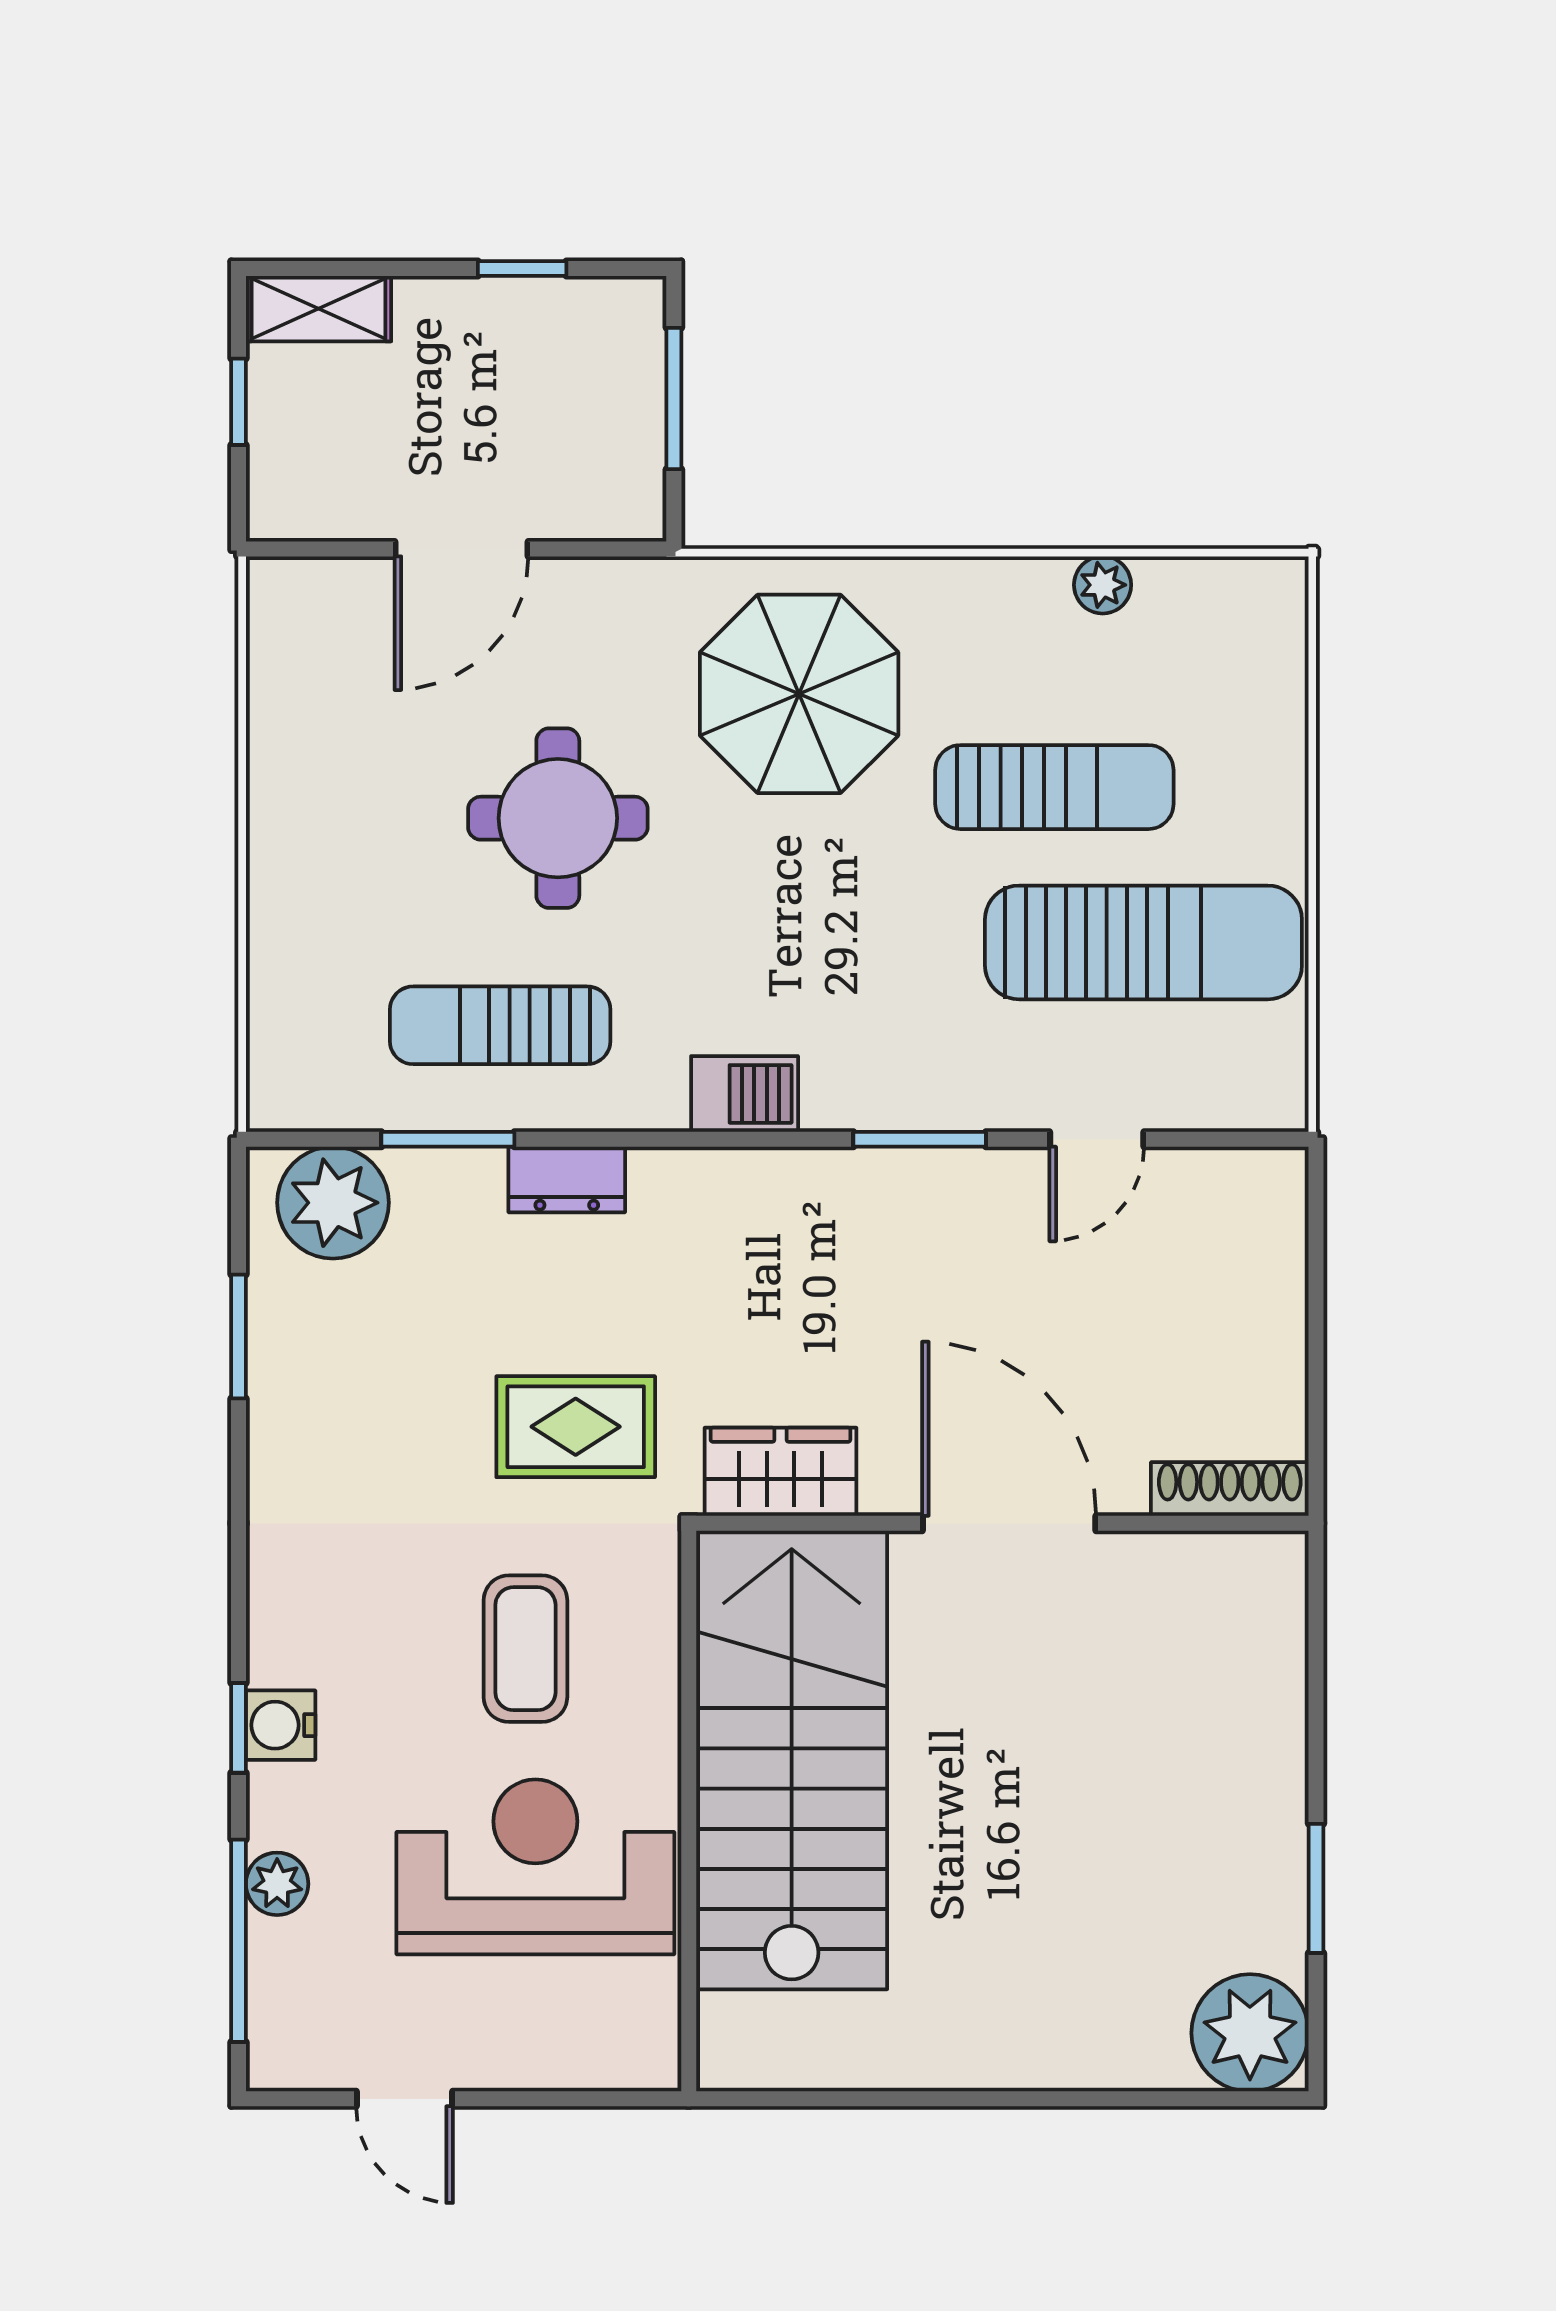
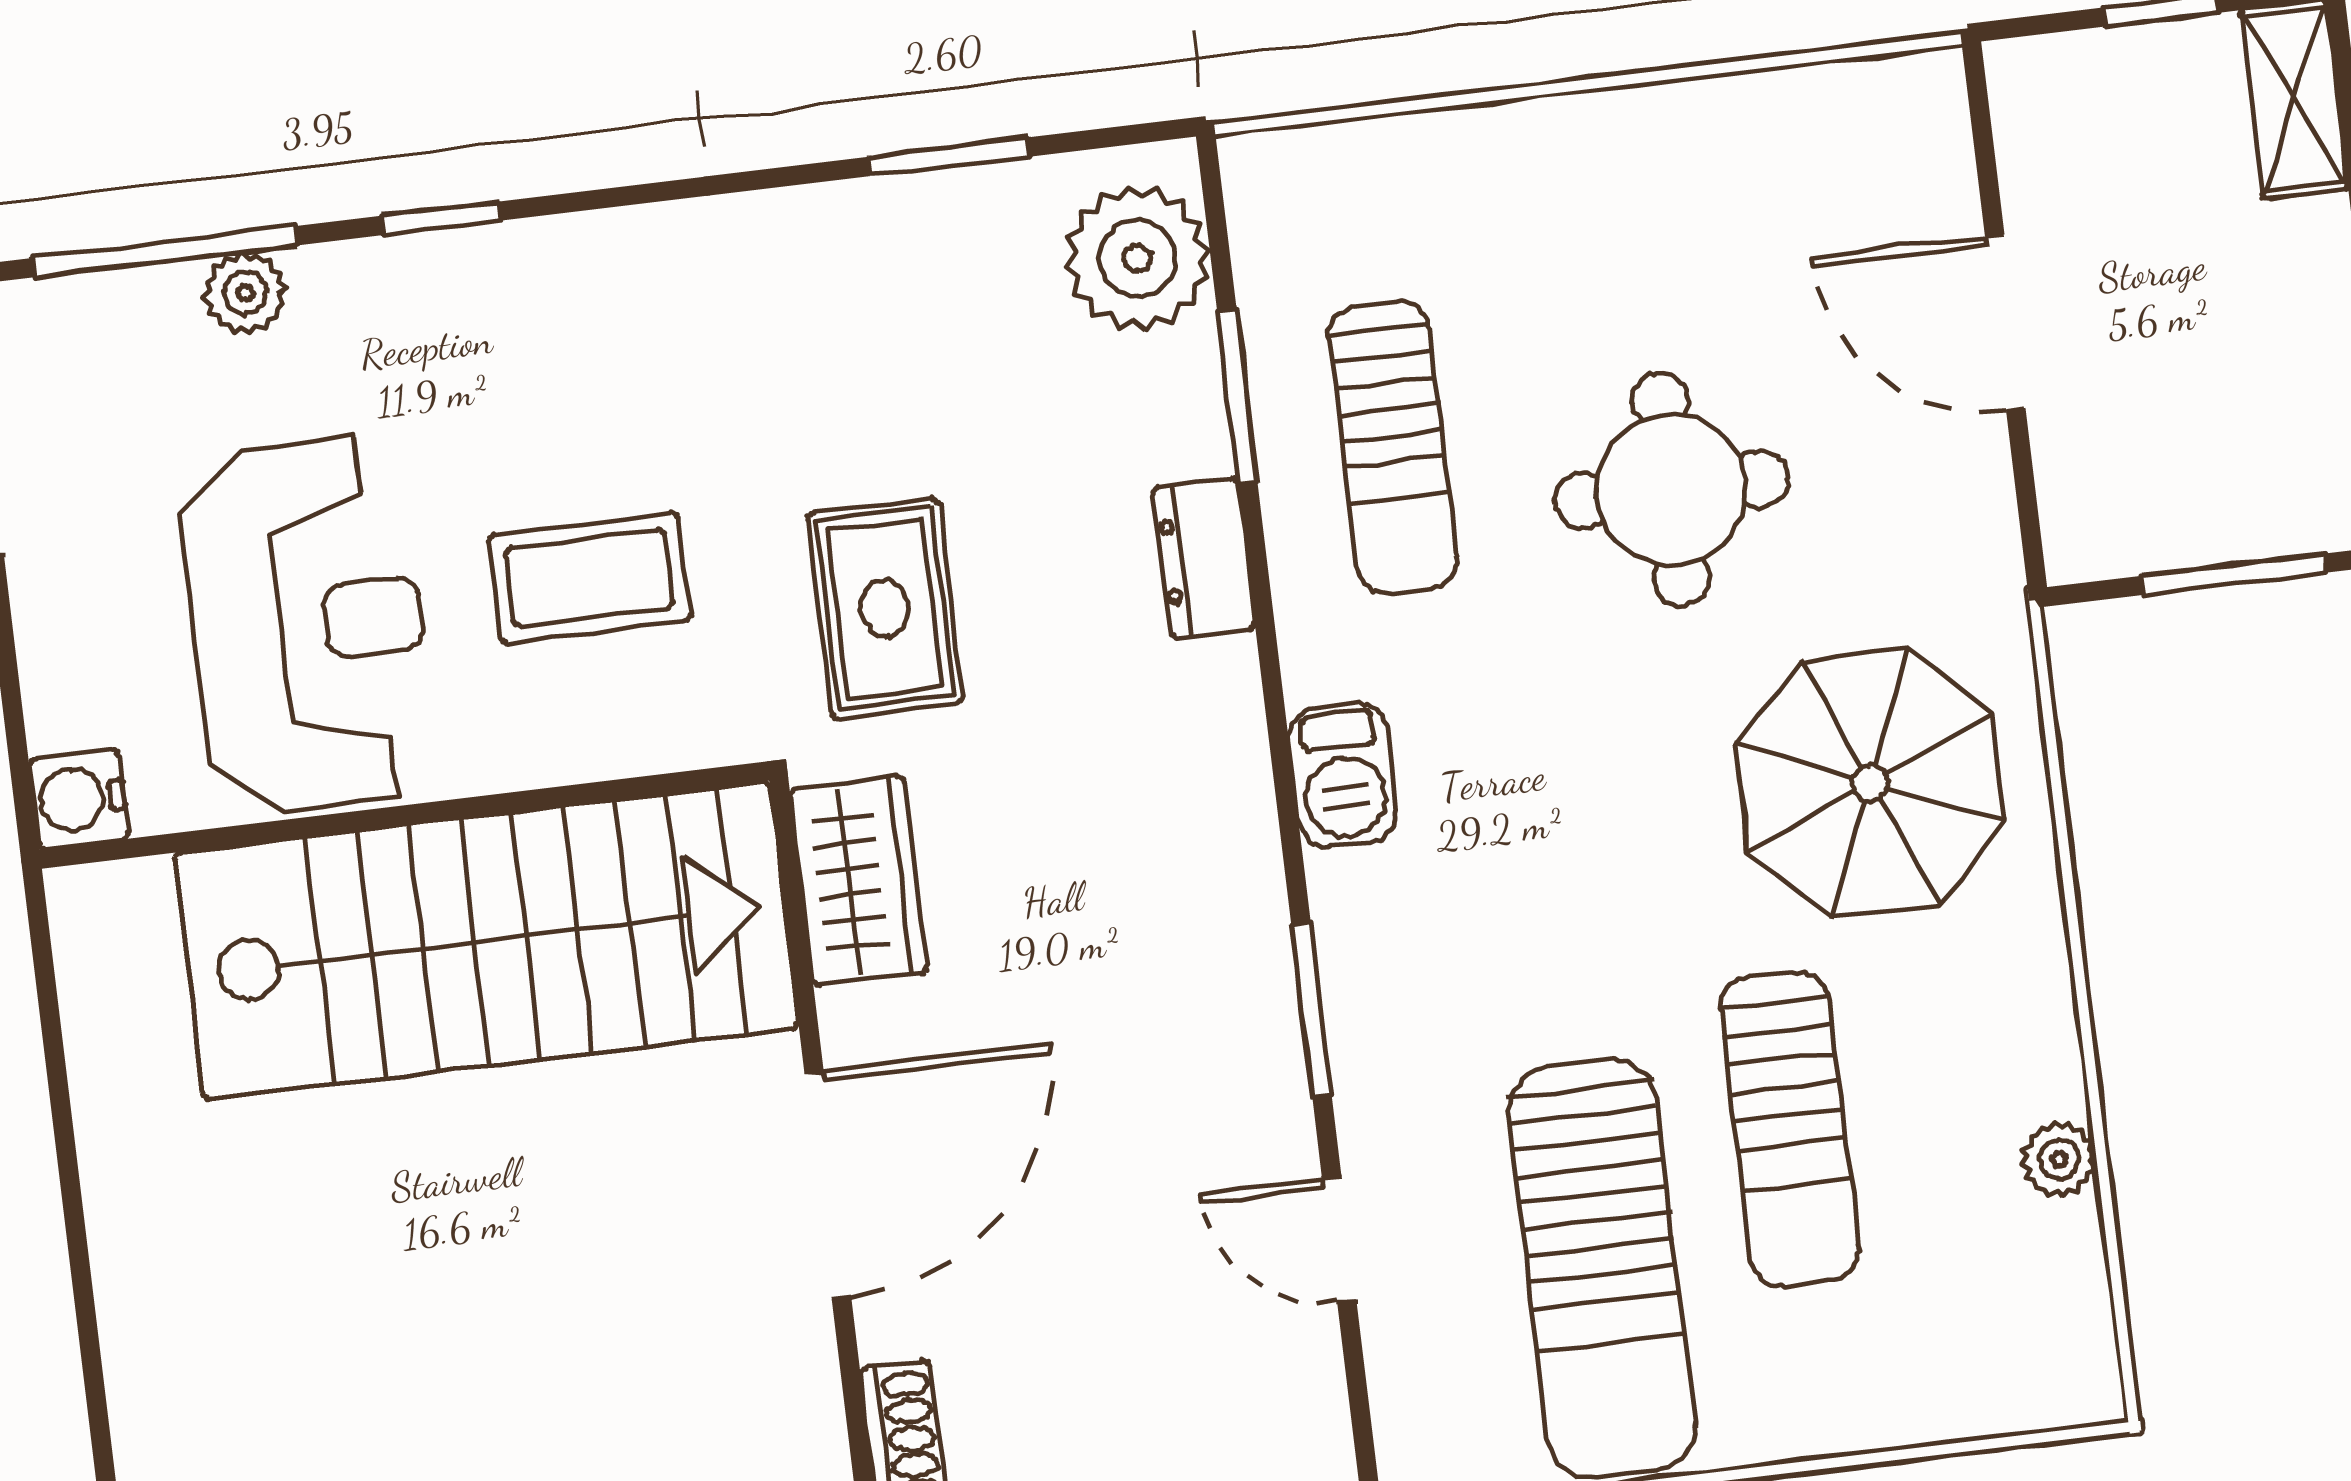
sun lounger: (500, 1025) -> (1394, 447), turned 180
water cooler: (281, 1725) -> (79, 799), moved, turned -90

